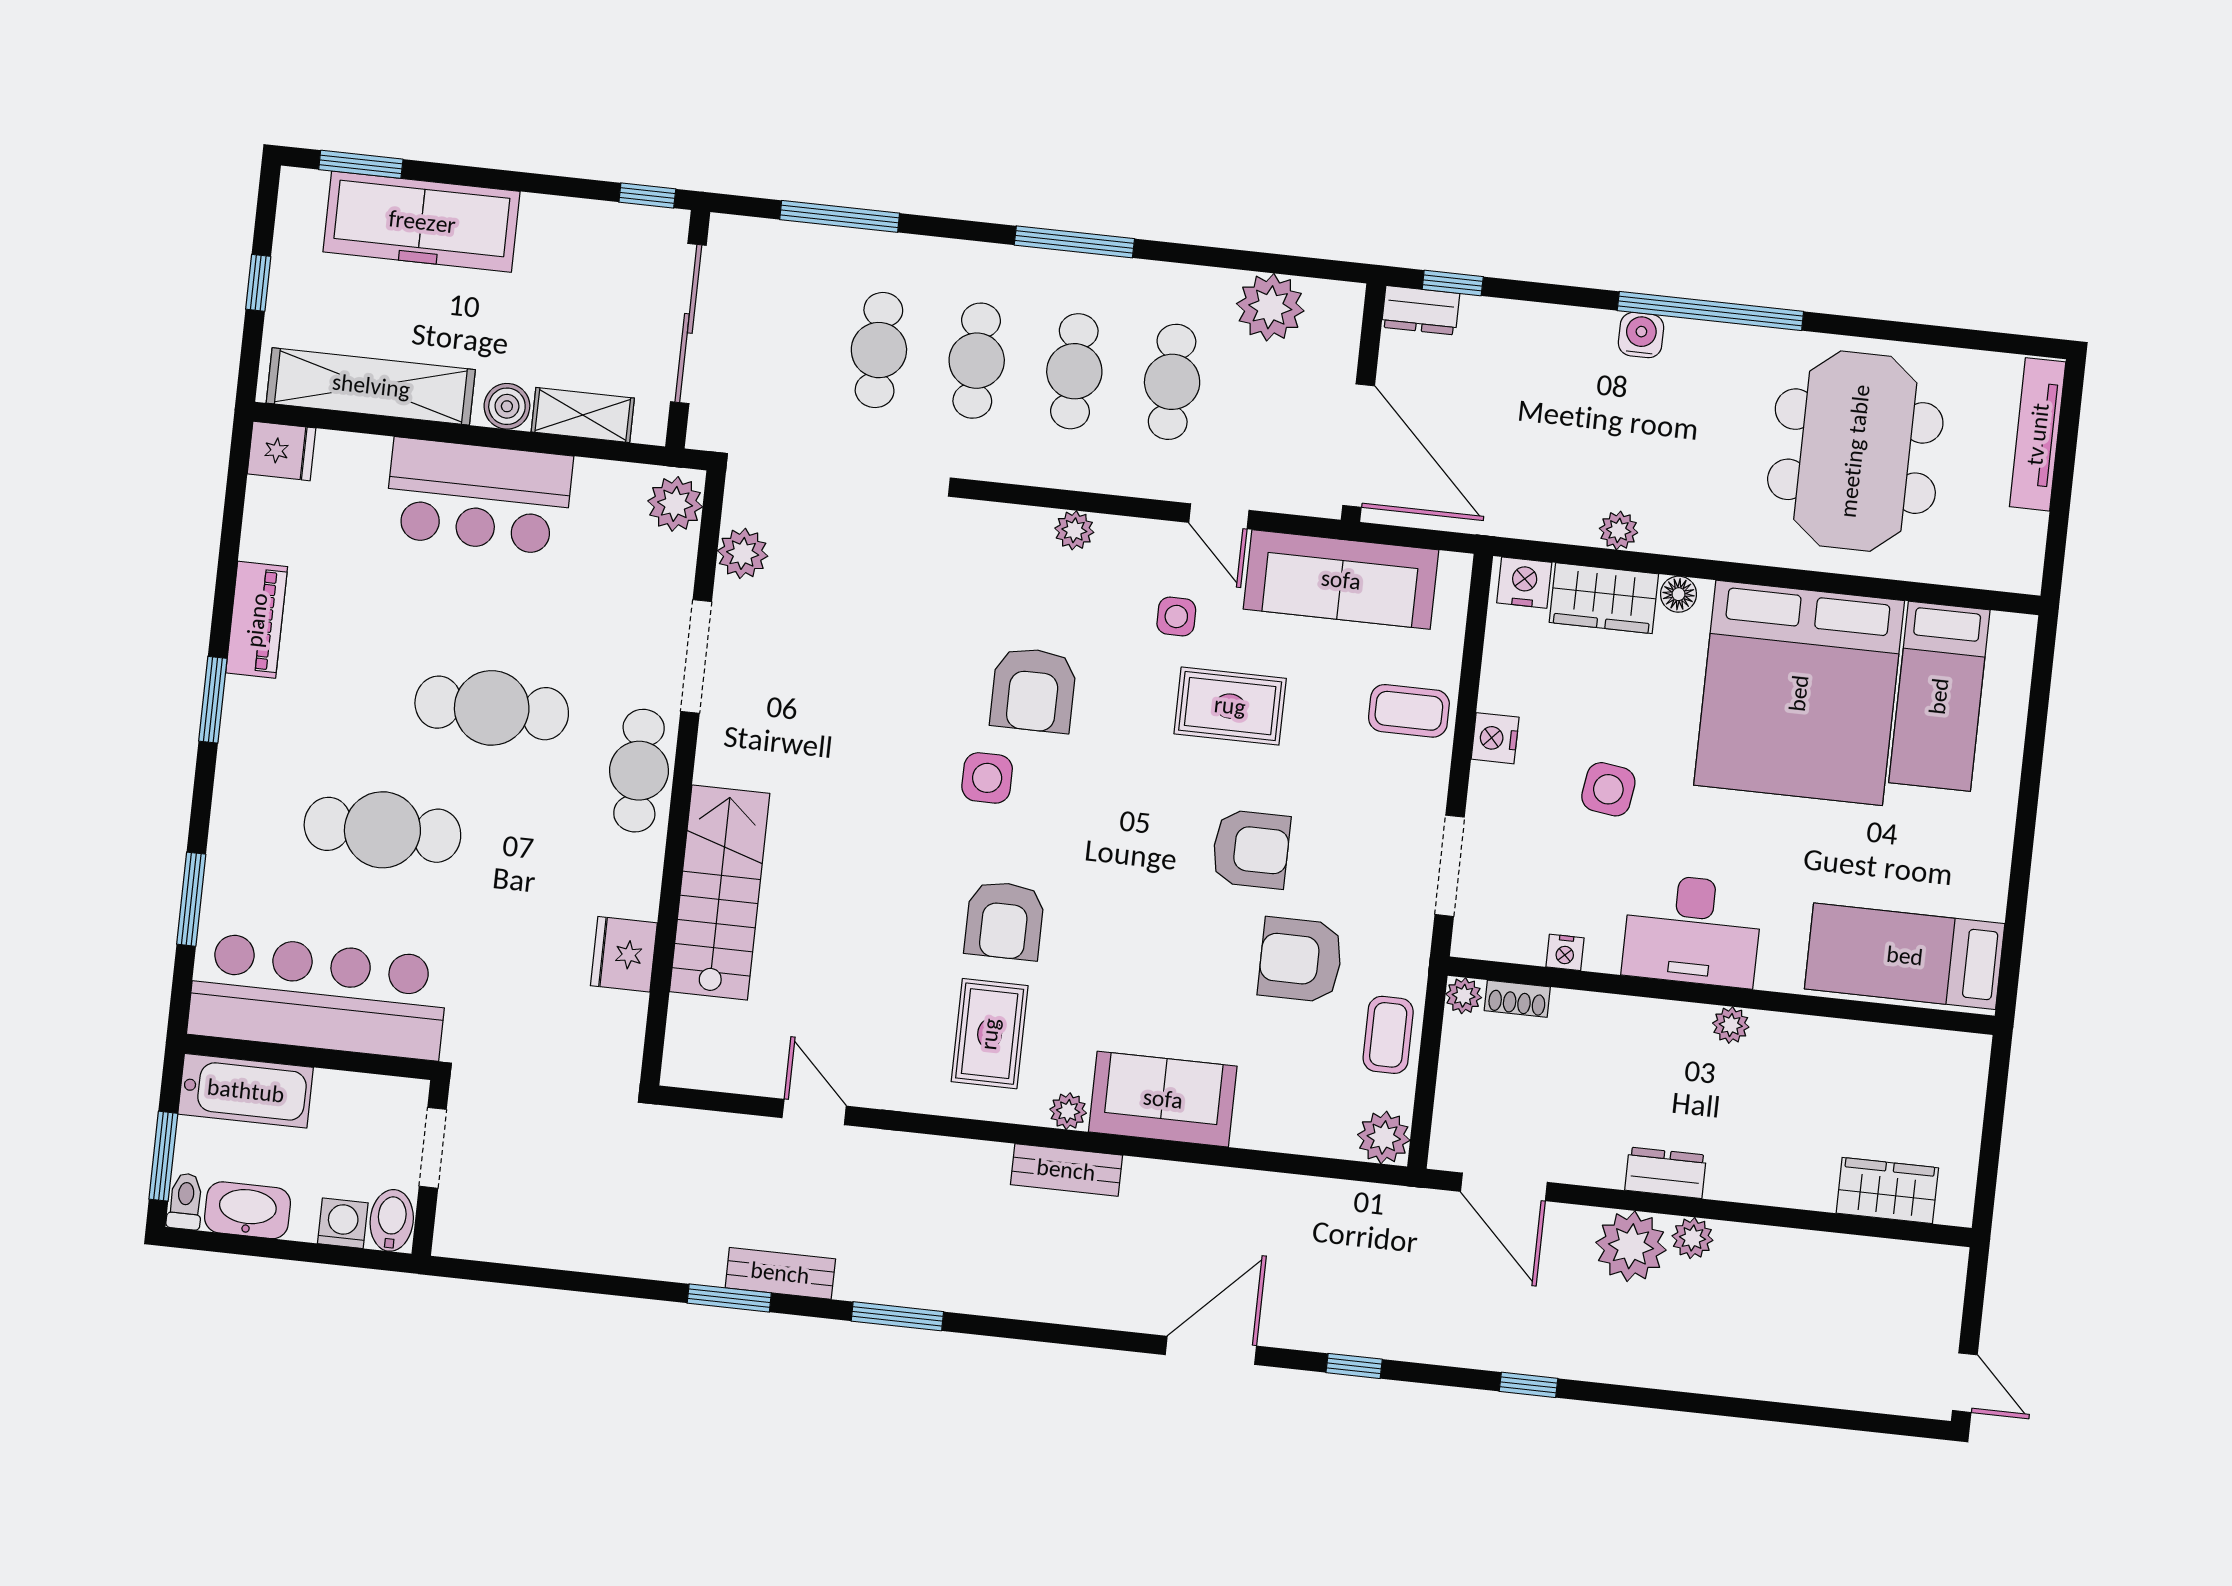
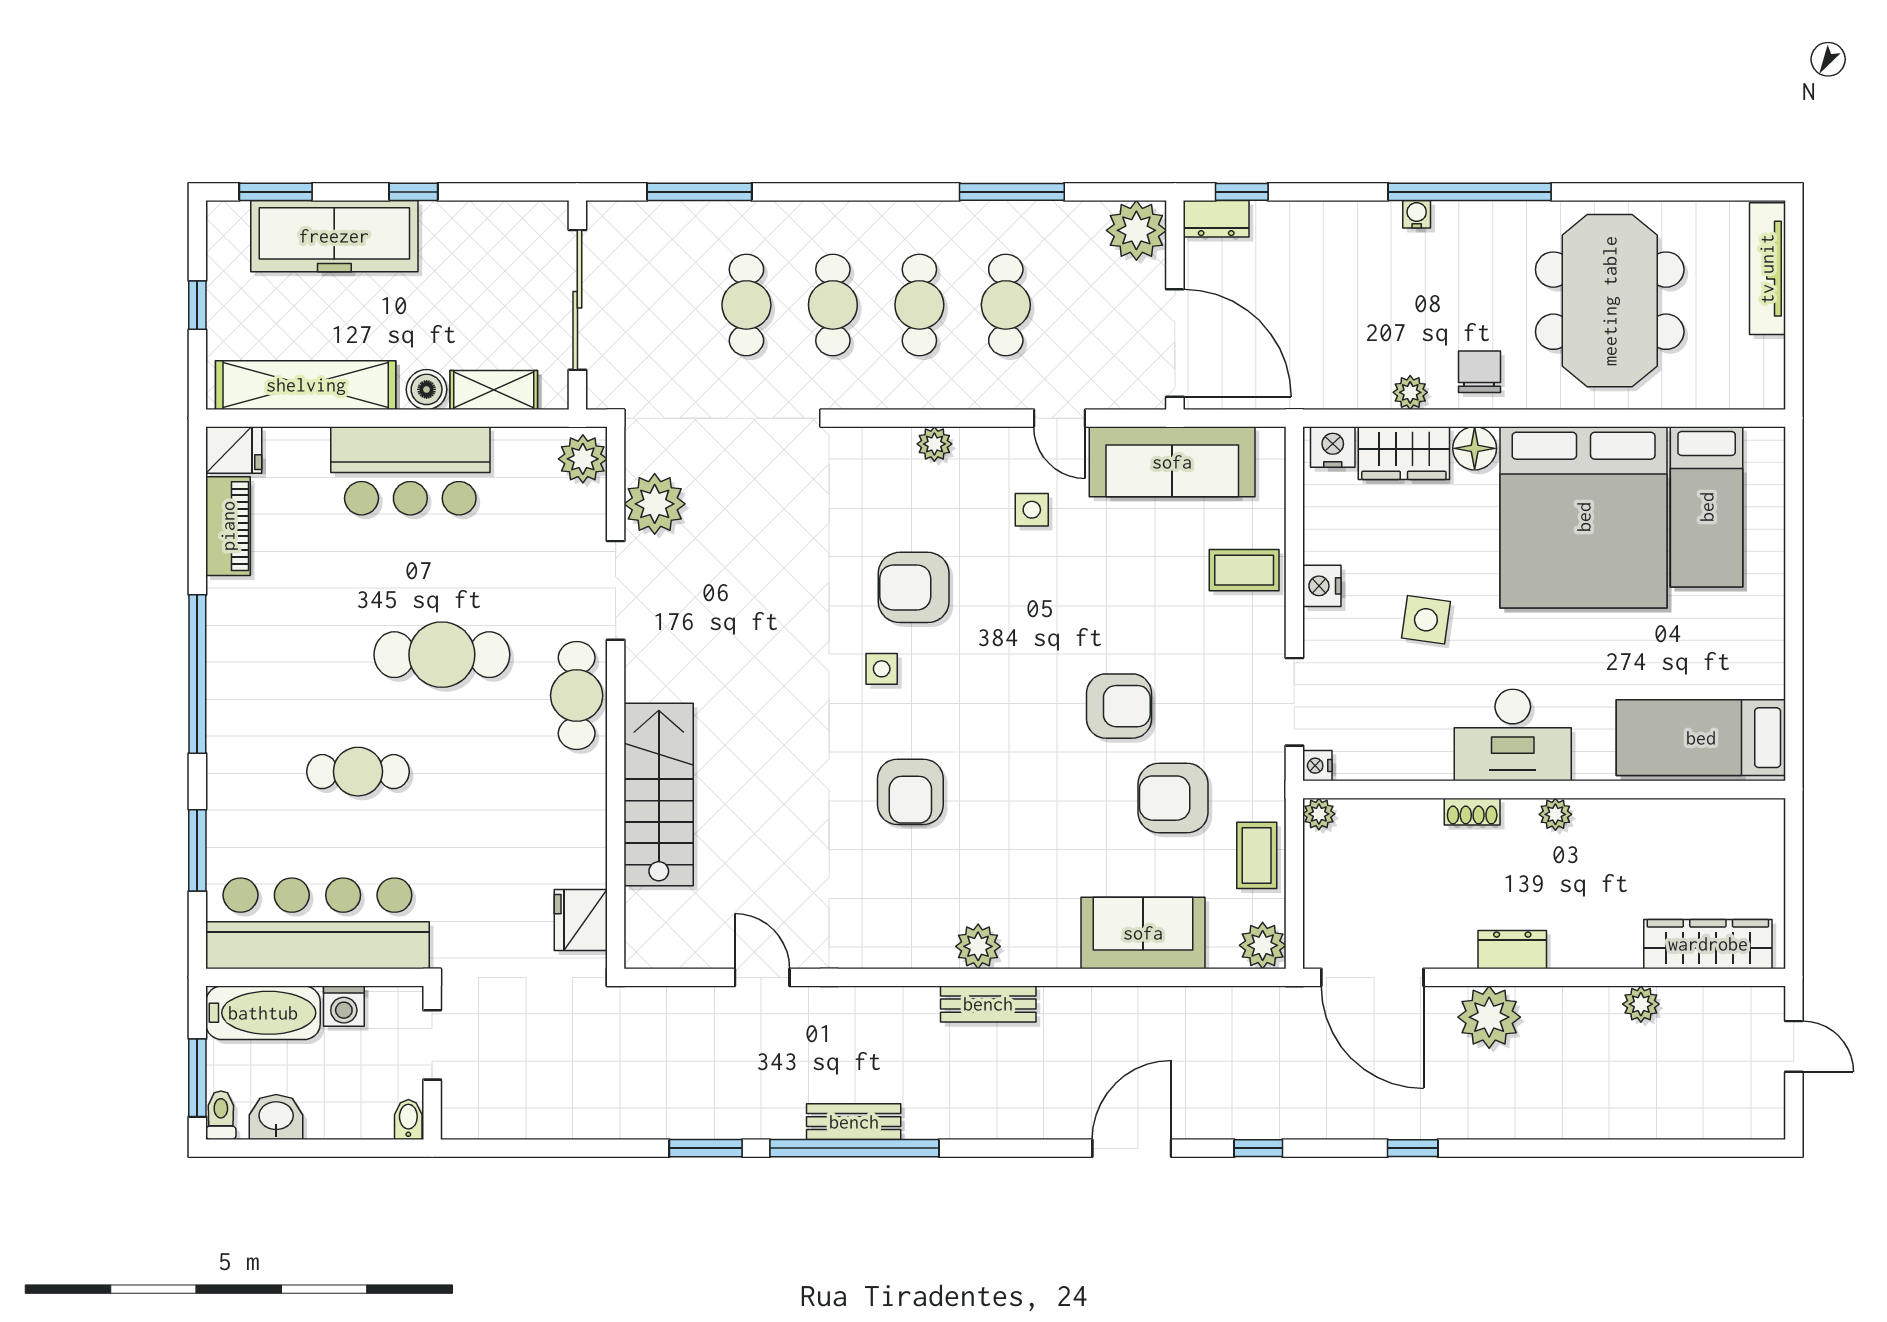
window: (647, 195) -> (413, 192), moved
window: (1074, 242) -> (1012, 192), moved
plant: (1270, 307) -> (1136, 230), moved
water cooler: (1641, 335) -> (1417, 214), width x0.72, depth x0.72
chair: (1699, 516) -> (1479, 372), added
plant: (743, 553) -> (655, 504), width x1.36, depth x1.36
floor lamp: (1679, 594) -> (1475, 448), width x1.37, depth x1.37
piano: (257, 620) -> (228, 526), moved
armchair: (1033, 690) -> (914, 587), turned 90
window: (213, 700) -> (197, 674), width x2.11
rug: (1230, 706) -> (1087, 583), removed
side table: (987, 778) -> (882, 669), width x0.73, depth x0.73
cafe table: (382, 830) -> (358, 772), width x0.73, depth x0.74
nightstand: (1565, 952) -> (1317, 766), moved, turned 90
fridge: (624, 954) -> (581, 920), moved
shoe rack: (1517, 999) -> (1472, 812), moved
rug: (990, 1034) -> (908, 892), removed
sofa: (1163, 1099) -> (1143, 933), moved
plant: (1068, 1111) -> (978, 946), width x1.38, depth x1.38
door: (1504, 1187) -> (1372, 977), width x1.36
wardrobe: (1887, 1190) -> (1708, 944), width x1.50
washbasin: (248, 1210) -> (276, 1117), width x0.72
bidet: (392, 1220) -> (408, 1119), width x0.72, depth x0.74
washing machine: (343, 1223) -> (344, 1006), moved, turned 180
plant: (1692, 1238) -> (1641, 1004), moved
bench: (780, 1273) -> (854, 1122), moved
window: (897, 1316) -> (854, 1148), width x2.11
door: (1965, 1383) -> (1794, 1046), moved

